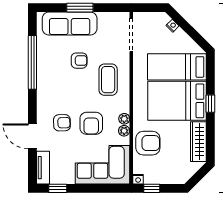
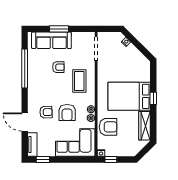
bed: (177, 67) -> (129, 72), removed

